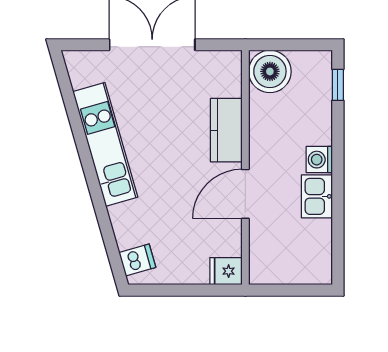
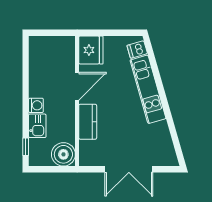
kitchen unit: (105, 144) -> (148, 89), moved
kitchen sink: (317, 196) -> (37, 126), moved
fridge: (226, 271) -> (91, 50), width x1.88, depth x1.34

